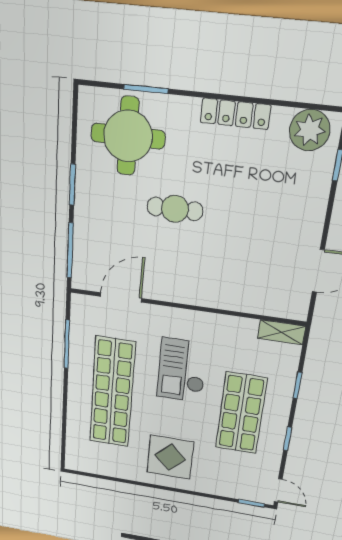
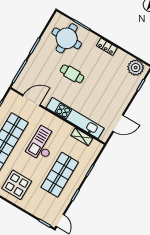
locker: (235, 114) -> (107, 47), width x0.66
kitchen unit: (223, 296) -> (75, 118), added
shelving: (281, 332) -> (82, 137), moved

